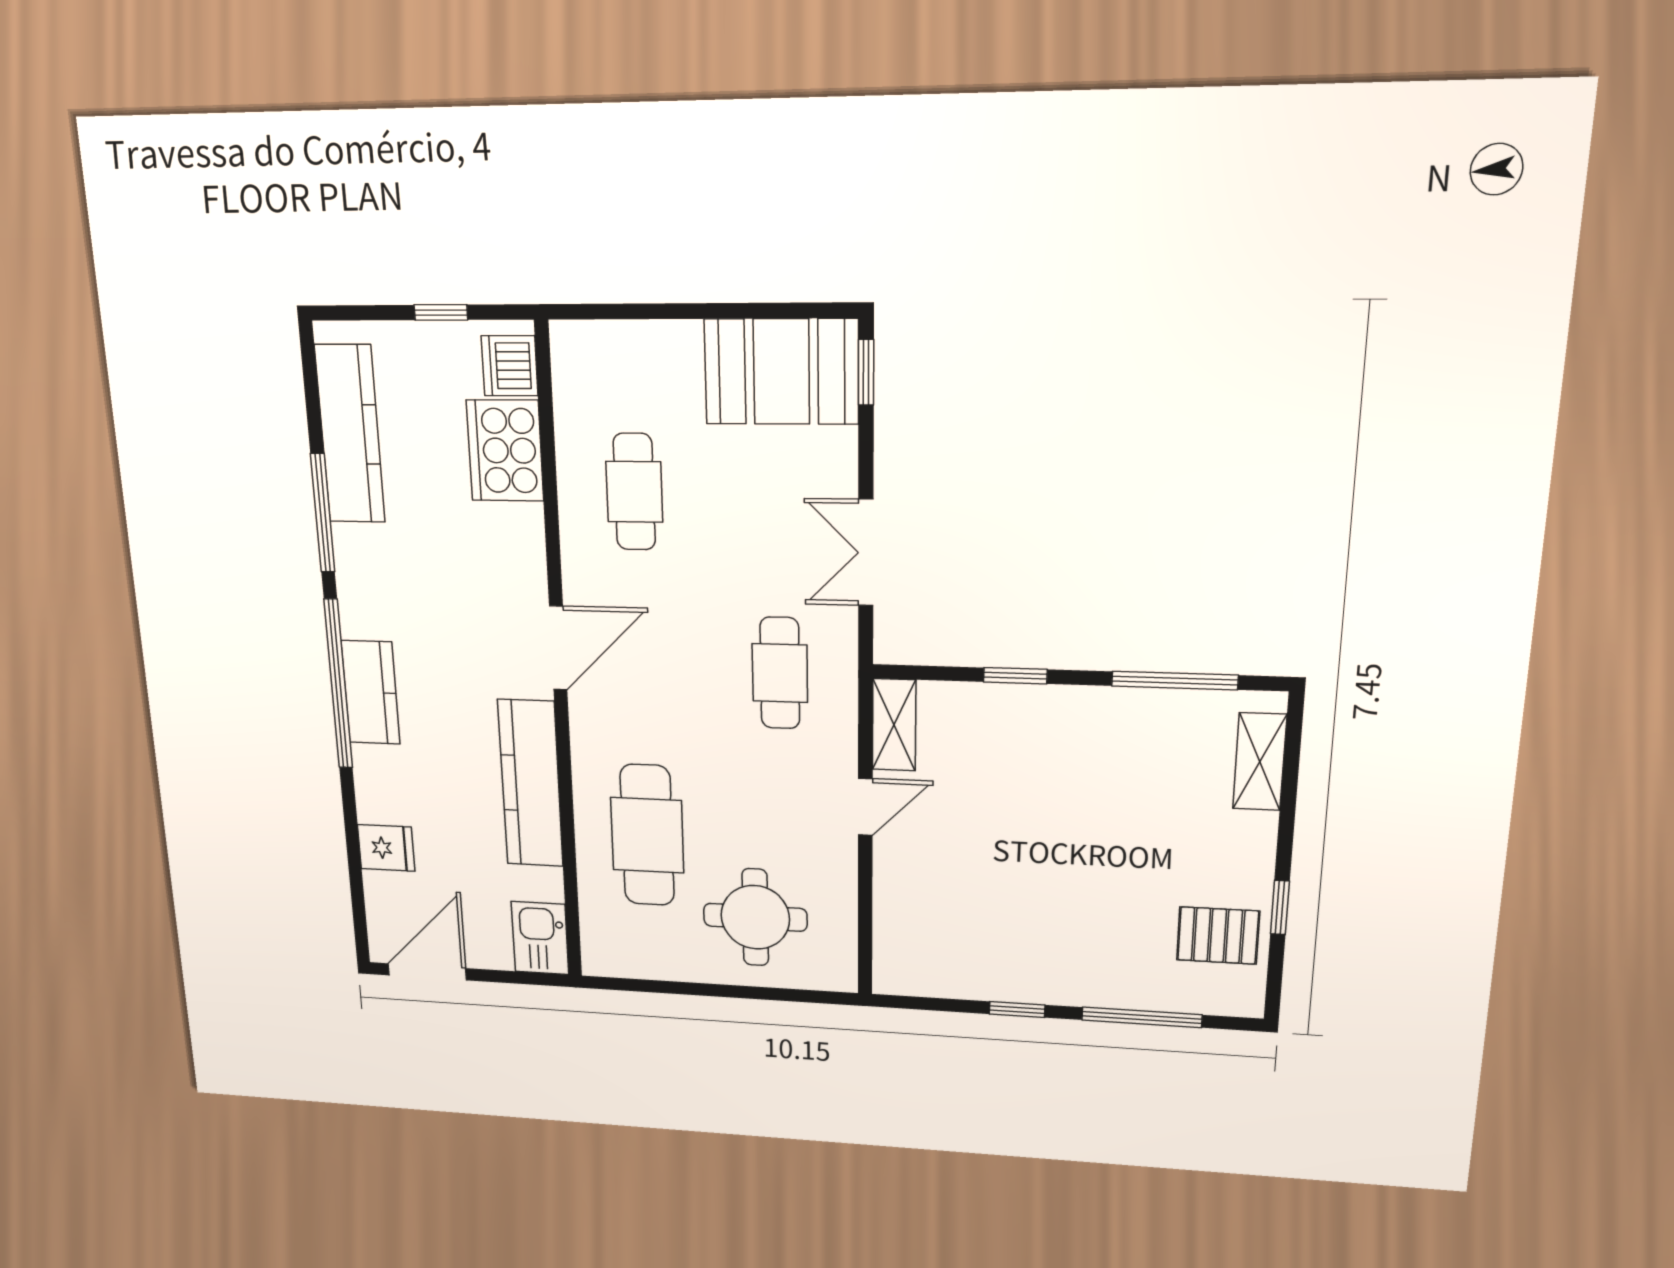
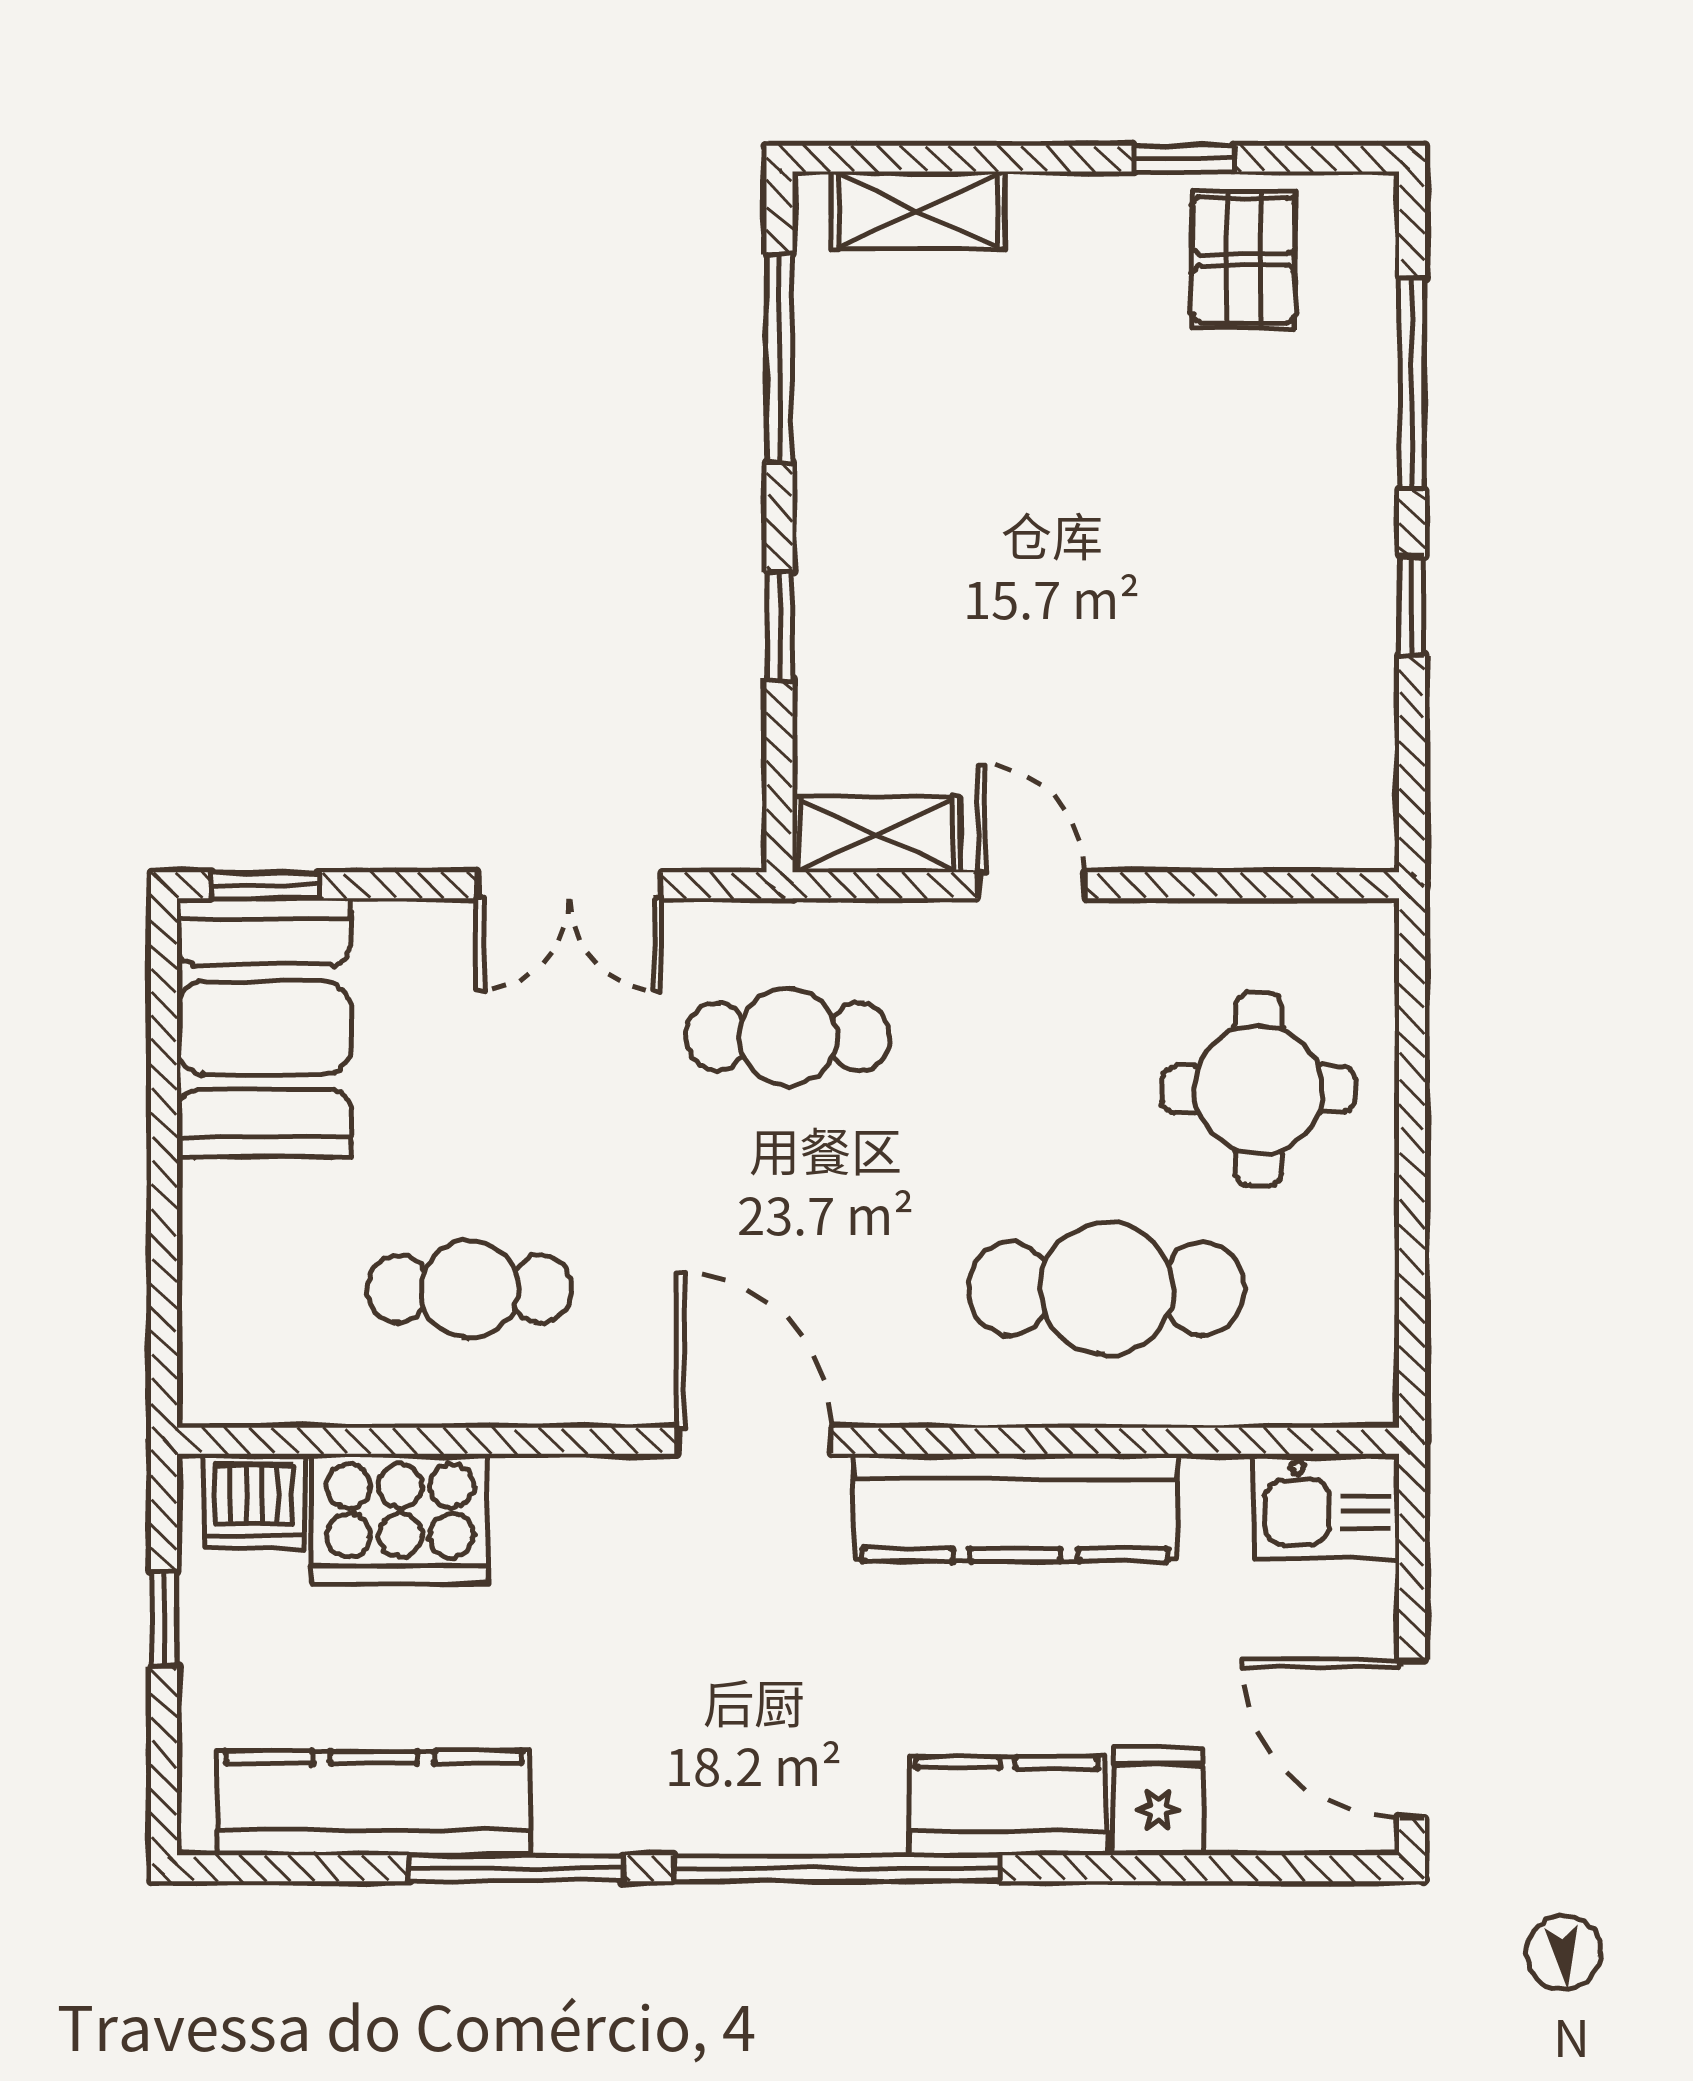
kitchen counter: (371, 693) -> (1007, 1806), moved

